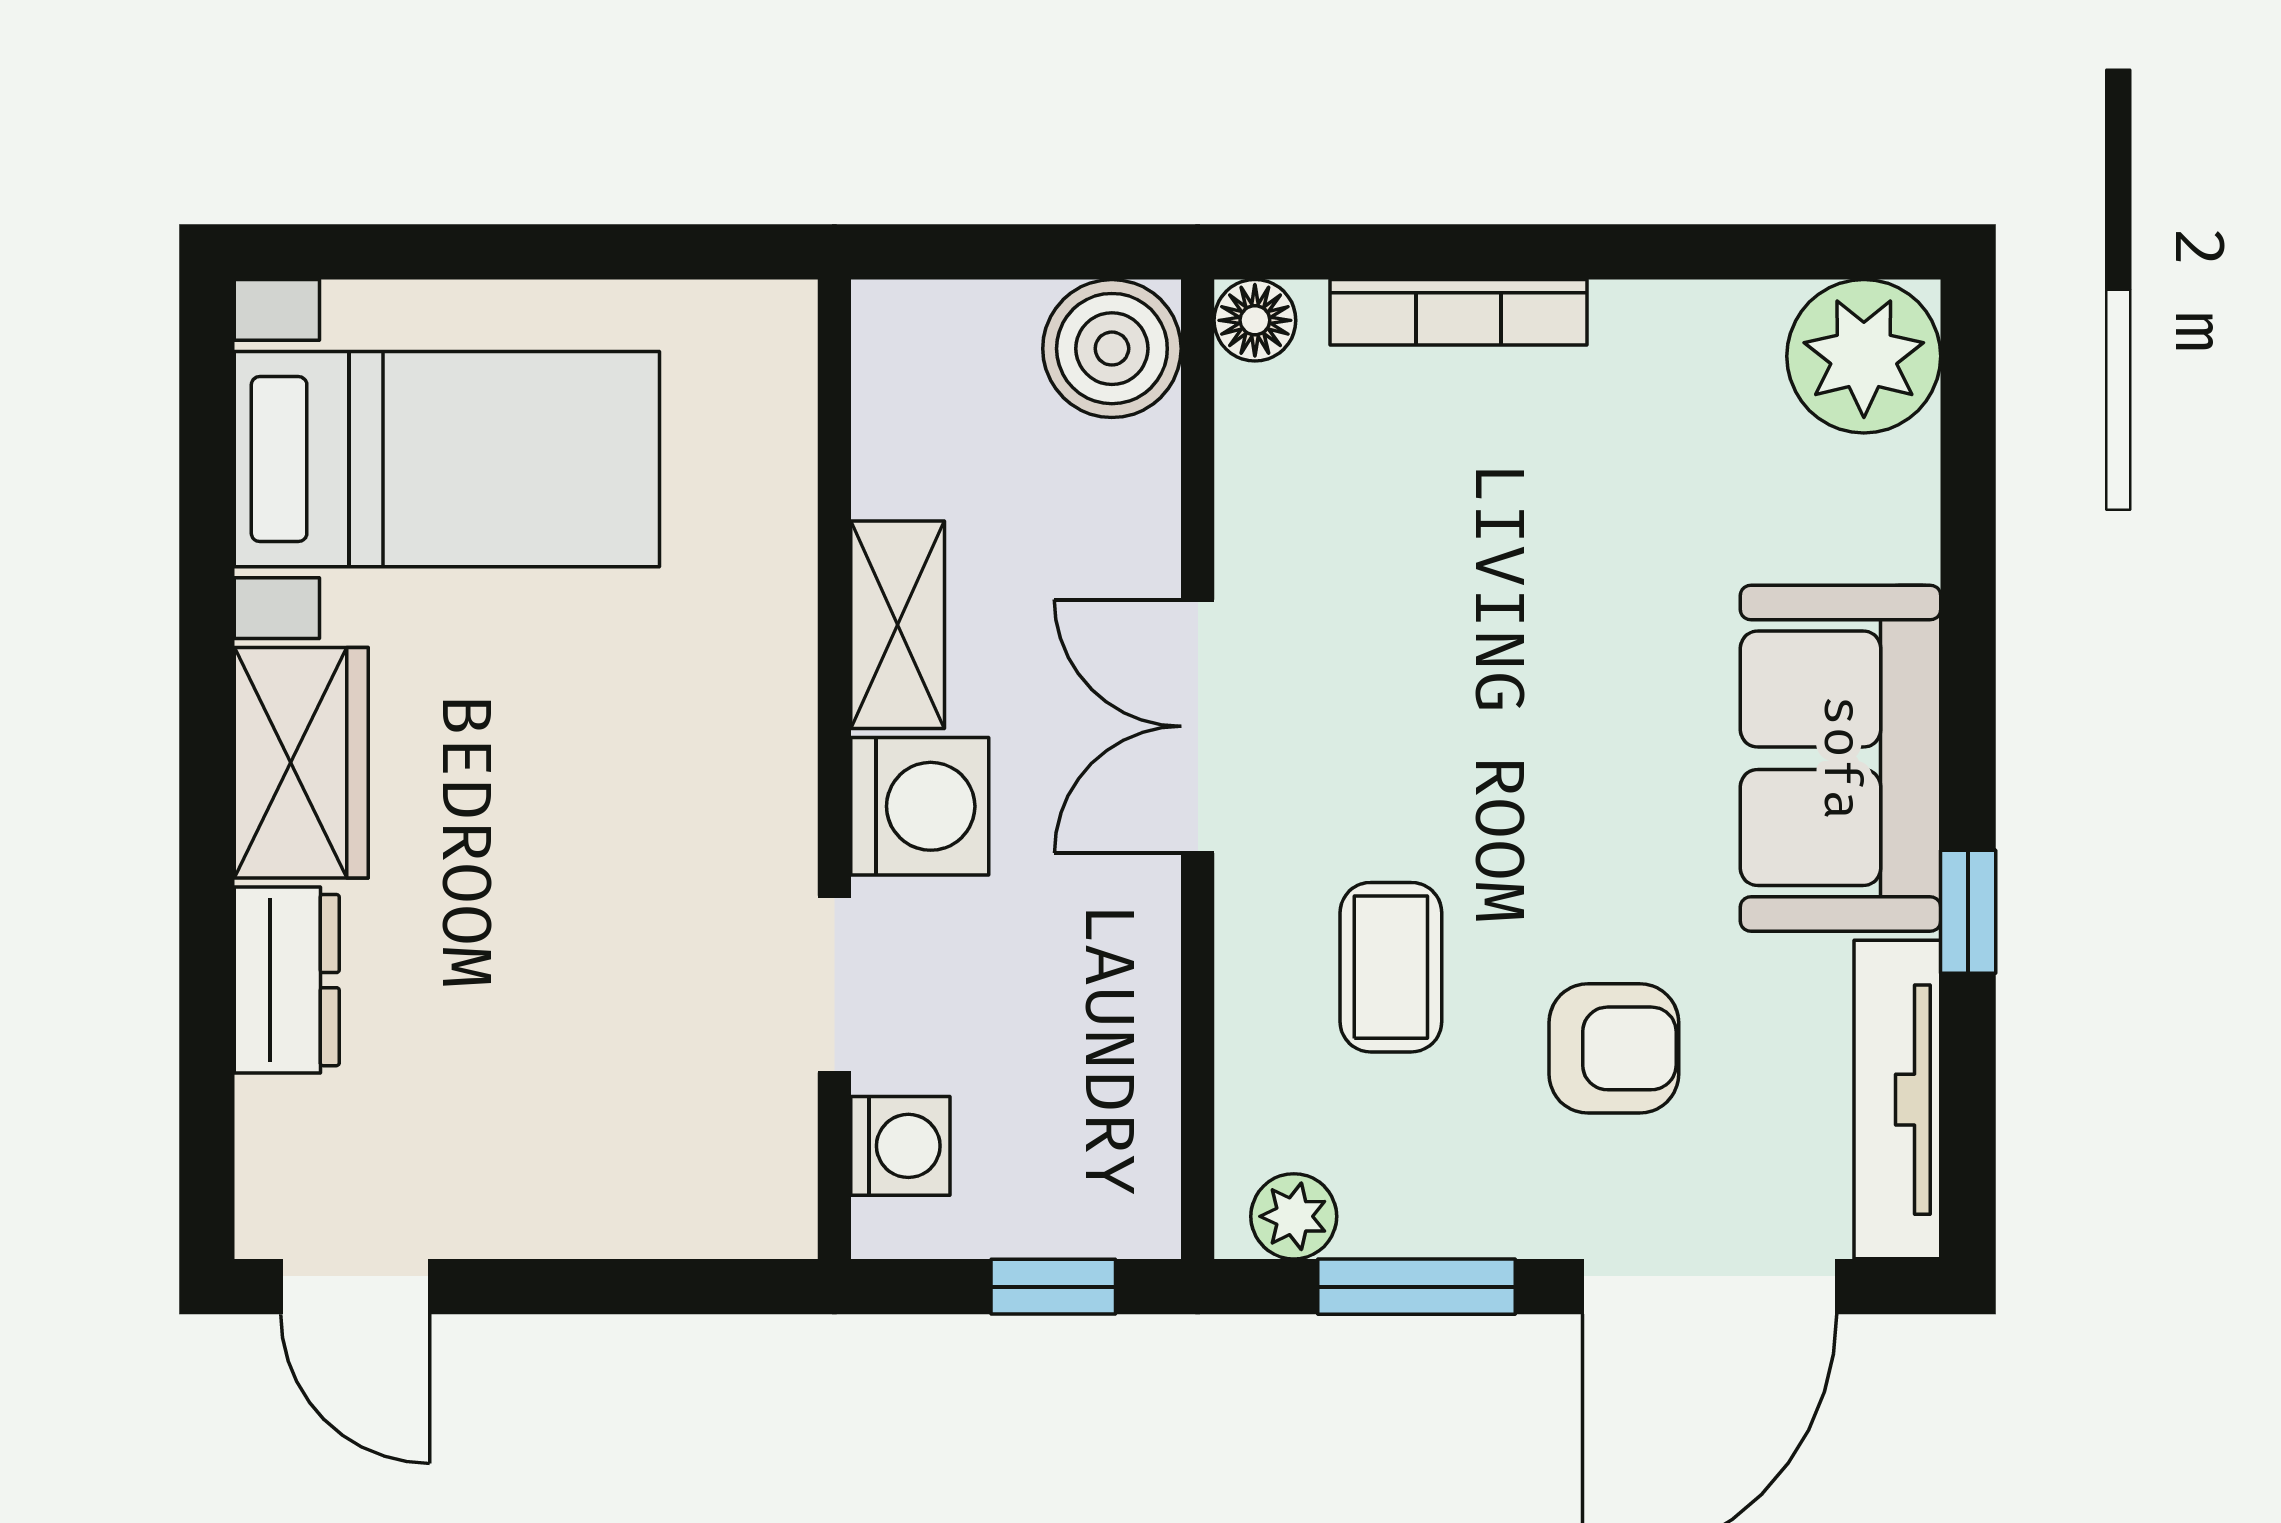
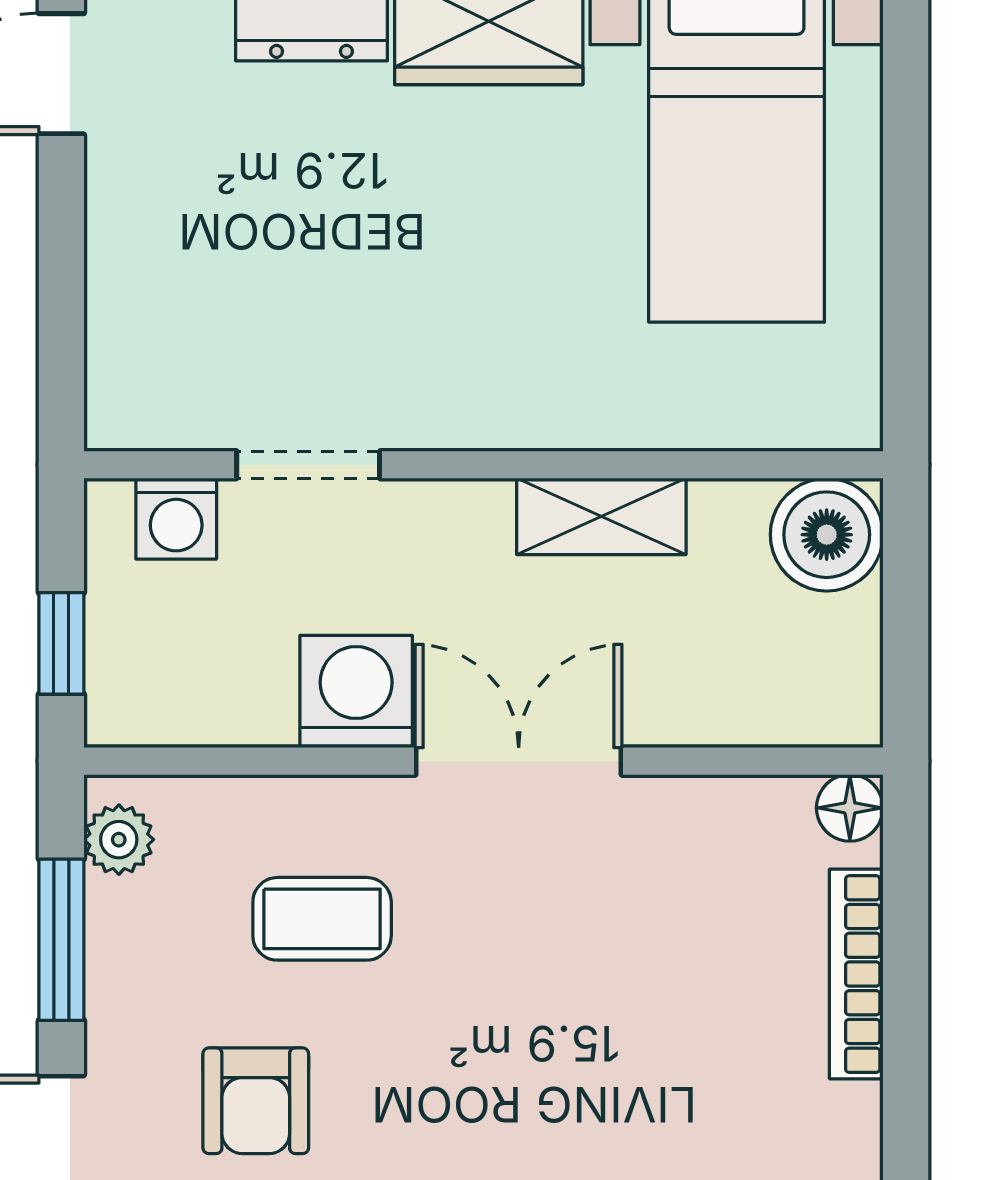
boiler: (1112, 349) -> (827, 535), moved
washing machine: (920, 806) -> (356, 691), moved, turned 180

